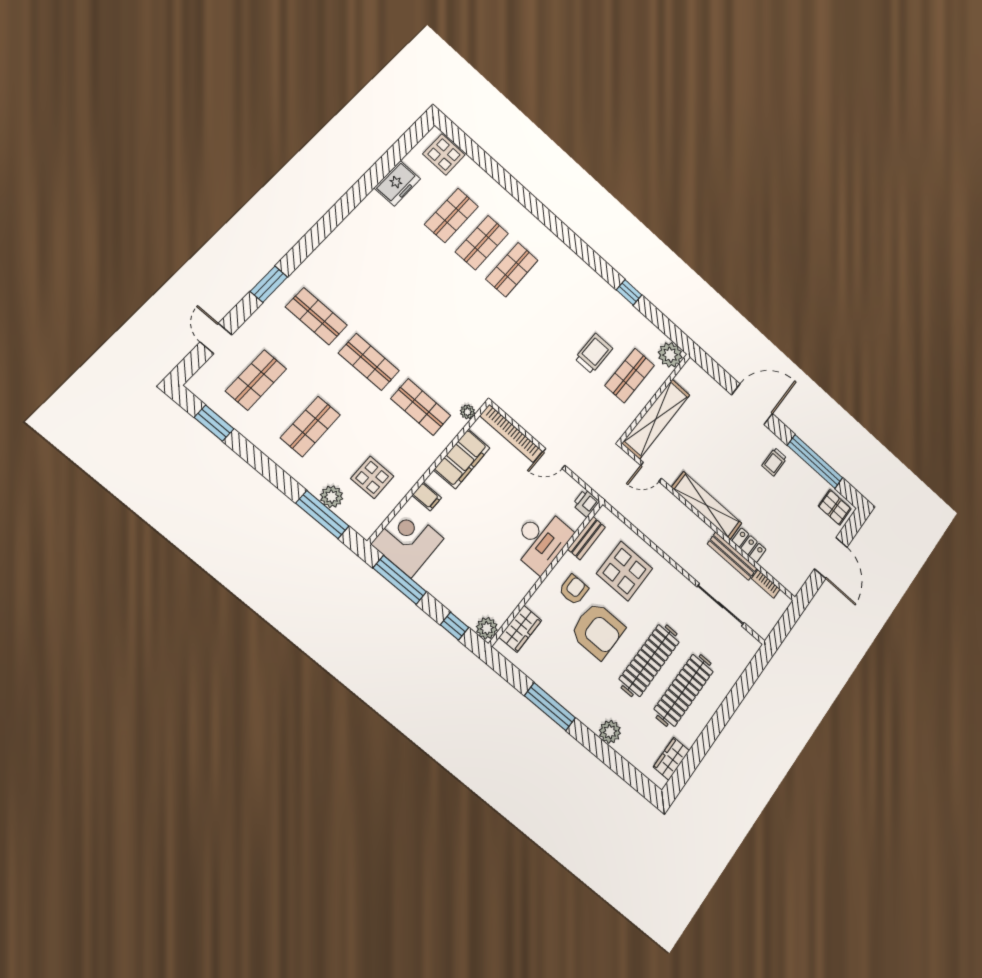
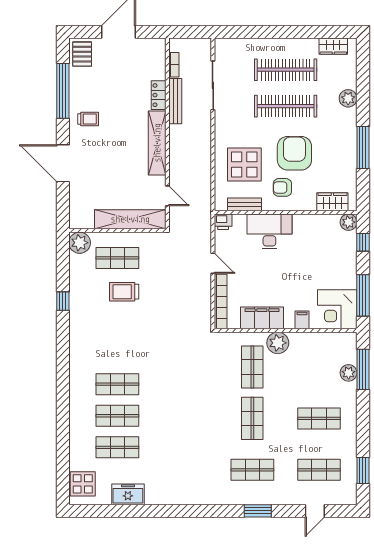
shop shelf: (316, 316) -> (252, 470), turned 90
plant: (467, 412) -> (278, 343), moved, width x1.87, depth x1.87
display table: (372, 477) -> (318, 360), removed

